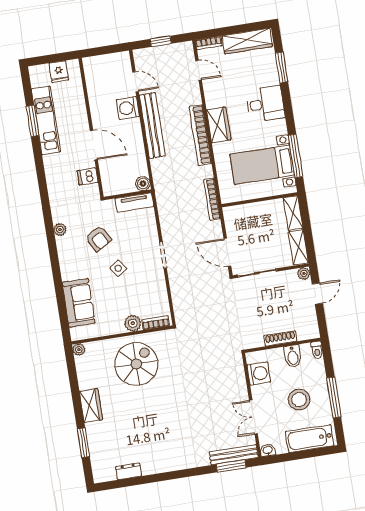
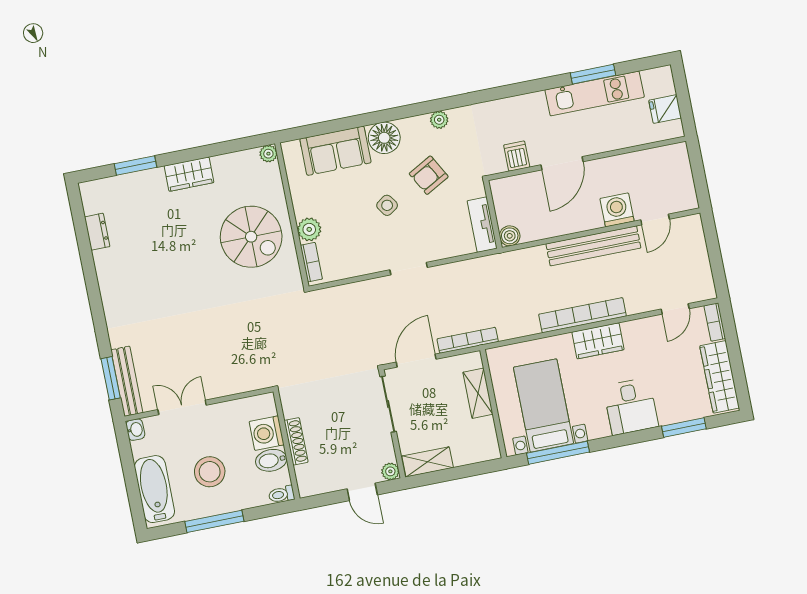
window: (161, 41) -> (714, 253), removed
bookcase: (212, 199) -> (468, 340), moved
shelving: (293, 213) -> (478, 393), moved, turned 90
floor lamp: (71, 268) -> (384, 138), added
washing machine: (259, 373) -> (267, 433), moved, turned 90

